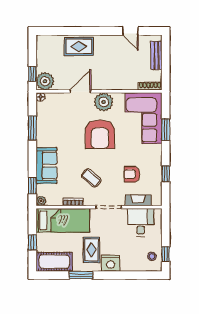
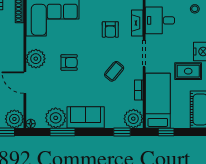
plant: (46, 121) -> (56, 118), added
armchair: (100, 134) -> (69, 62), width x0.53, depth x0.53
sofa: (47, 166) -> (86, 117), moved
plant: (41, 201) -> (133, 119), width x1.88, depth x1.88
window: (32, 242) -> (166, 132), moved

